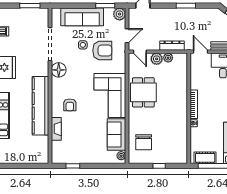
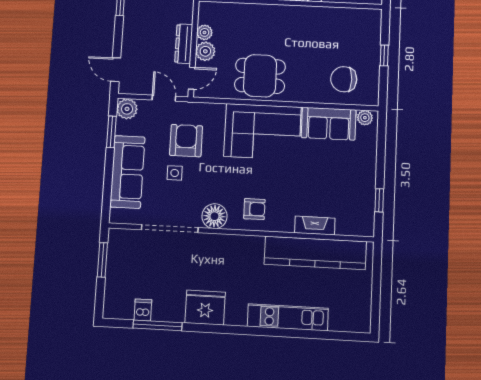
dresser: (172, 46) -> (184, 44), moved
armchair: (70, 105) -> (254, 209), moved
kitchen counter: (40, 106) -> (315, 253), moved
chair: (144, 142) -> (344, 79), turned 180

